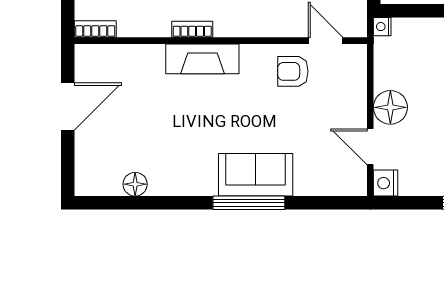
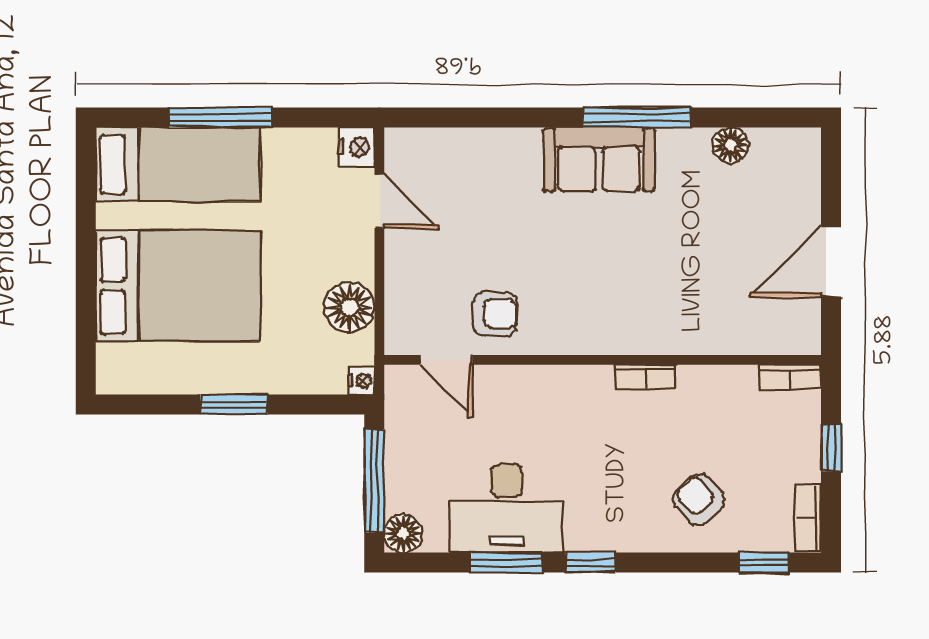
fireplace: (202, 59) -> (630, 333), removed
floor lamp: (390, 107) -> (349, 307), moved
sofa: (256, 175) -> (599, 159), moved
window: (249, 203) -> (637, 118), moved

